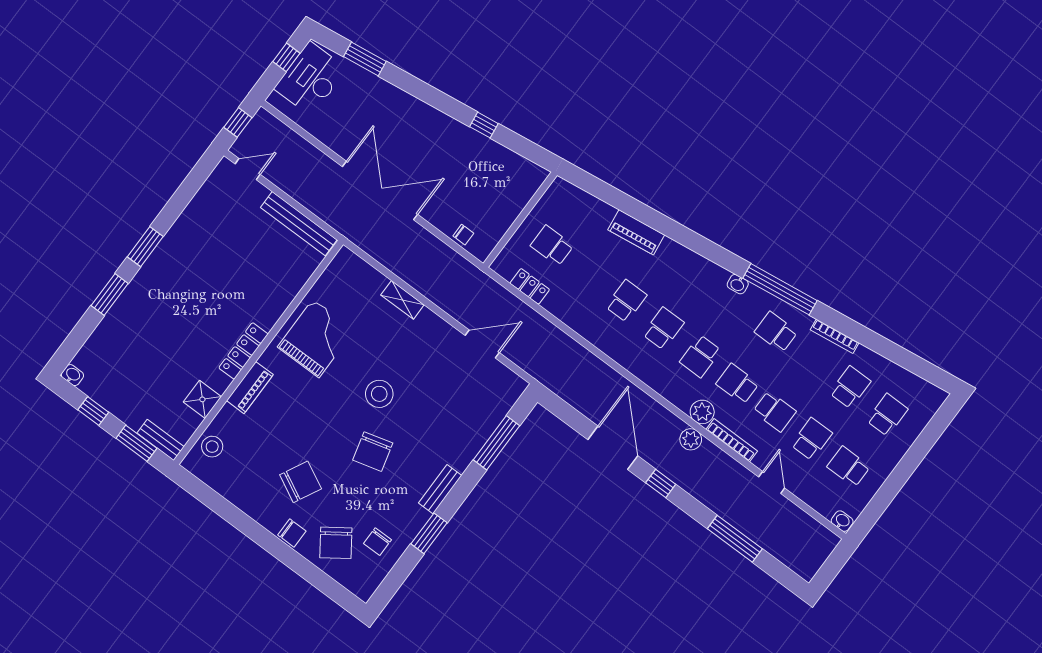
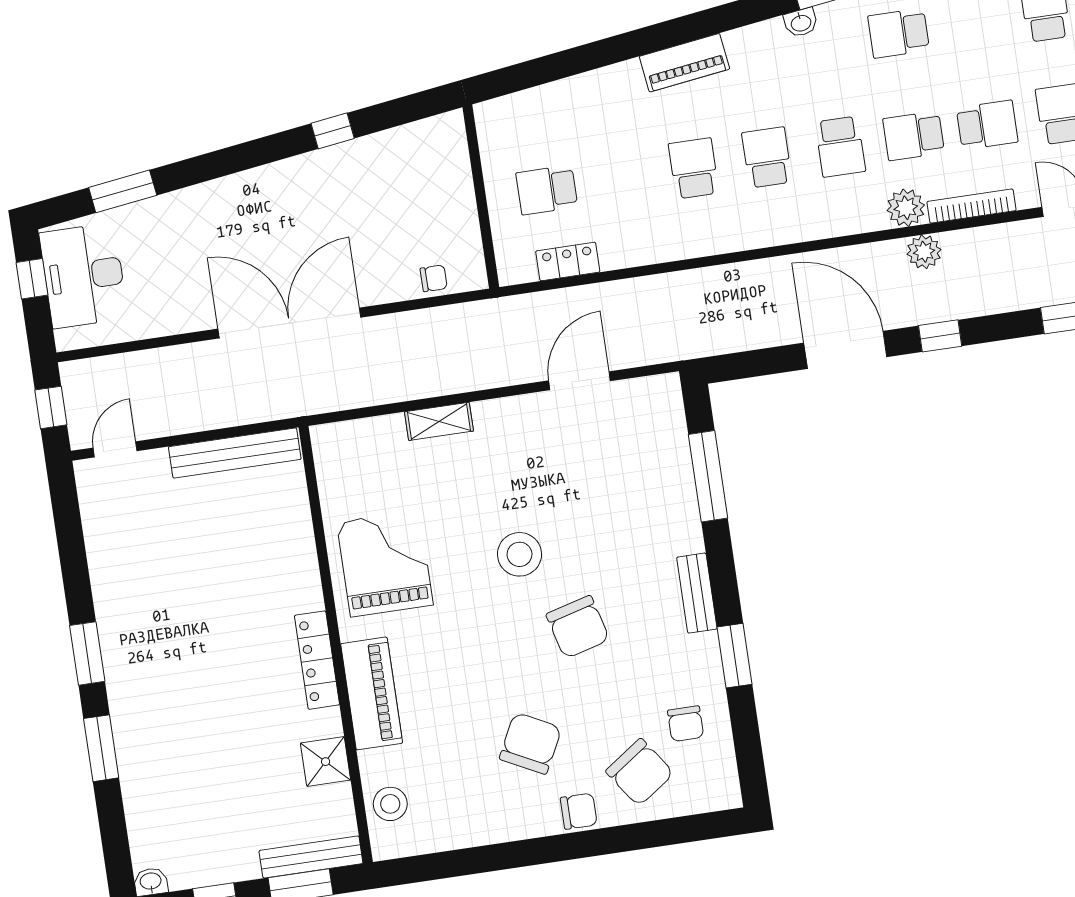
piano: (636, 232) -> (684, 63), moved
piano: (250, 388) -> (372, 693), width x1.37, depth x1.33
bench: (161, 440) -> (311, 857), width x1.36

